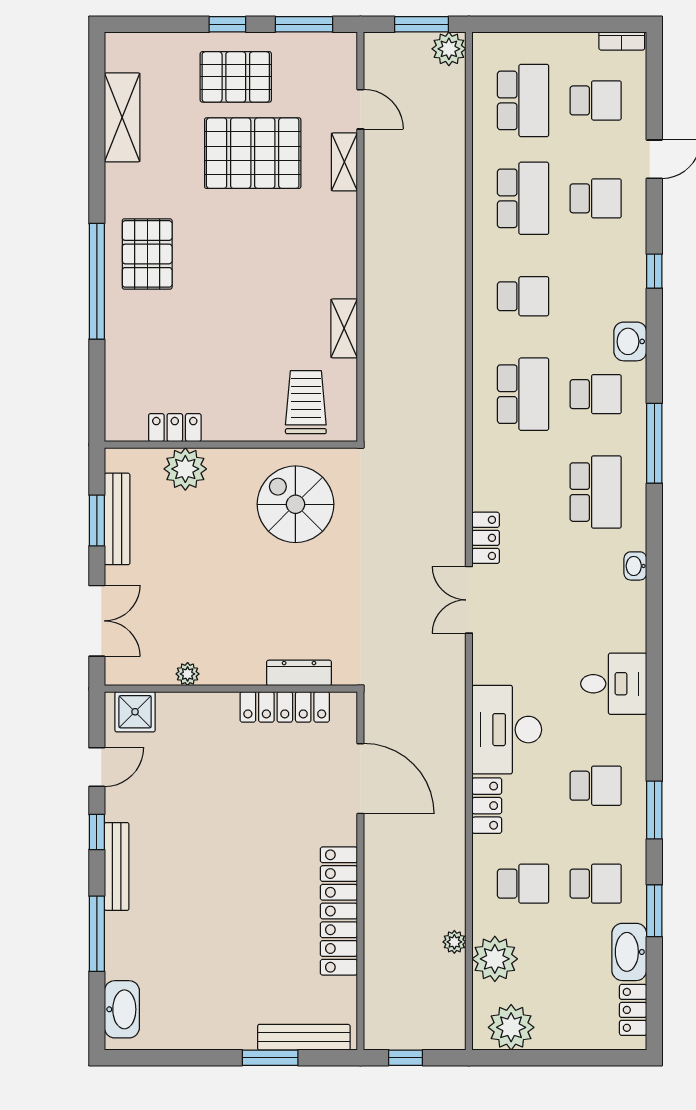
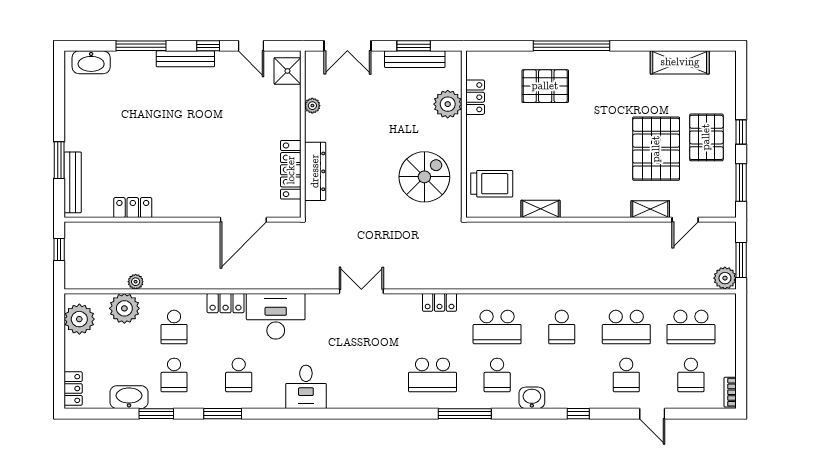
pallet: (147, 254) -> (545, 86), moved
locker: (486, 538) -> (440, 302), moved
washbasin: (635, 566) -> (384, 401), removed
dresser: (299, 673) -> (315, 171), width x1.37, depth x1.24
locker: (339, 911) -> (133, 208), width x0.46, depth x0.83
locker: (633, 1010) -> (73, 389), moved, turned 90

